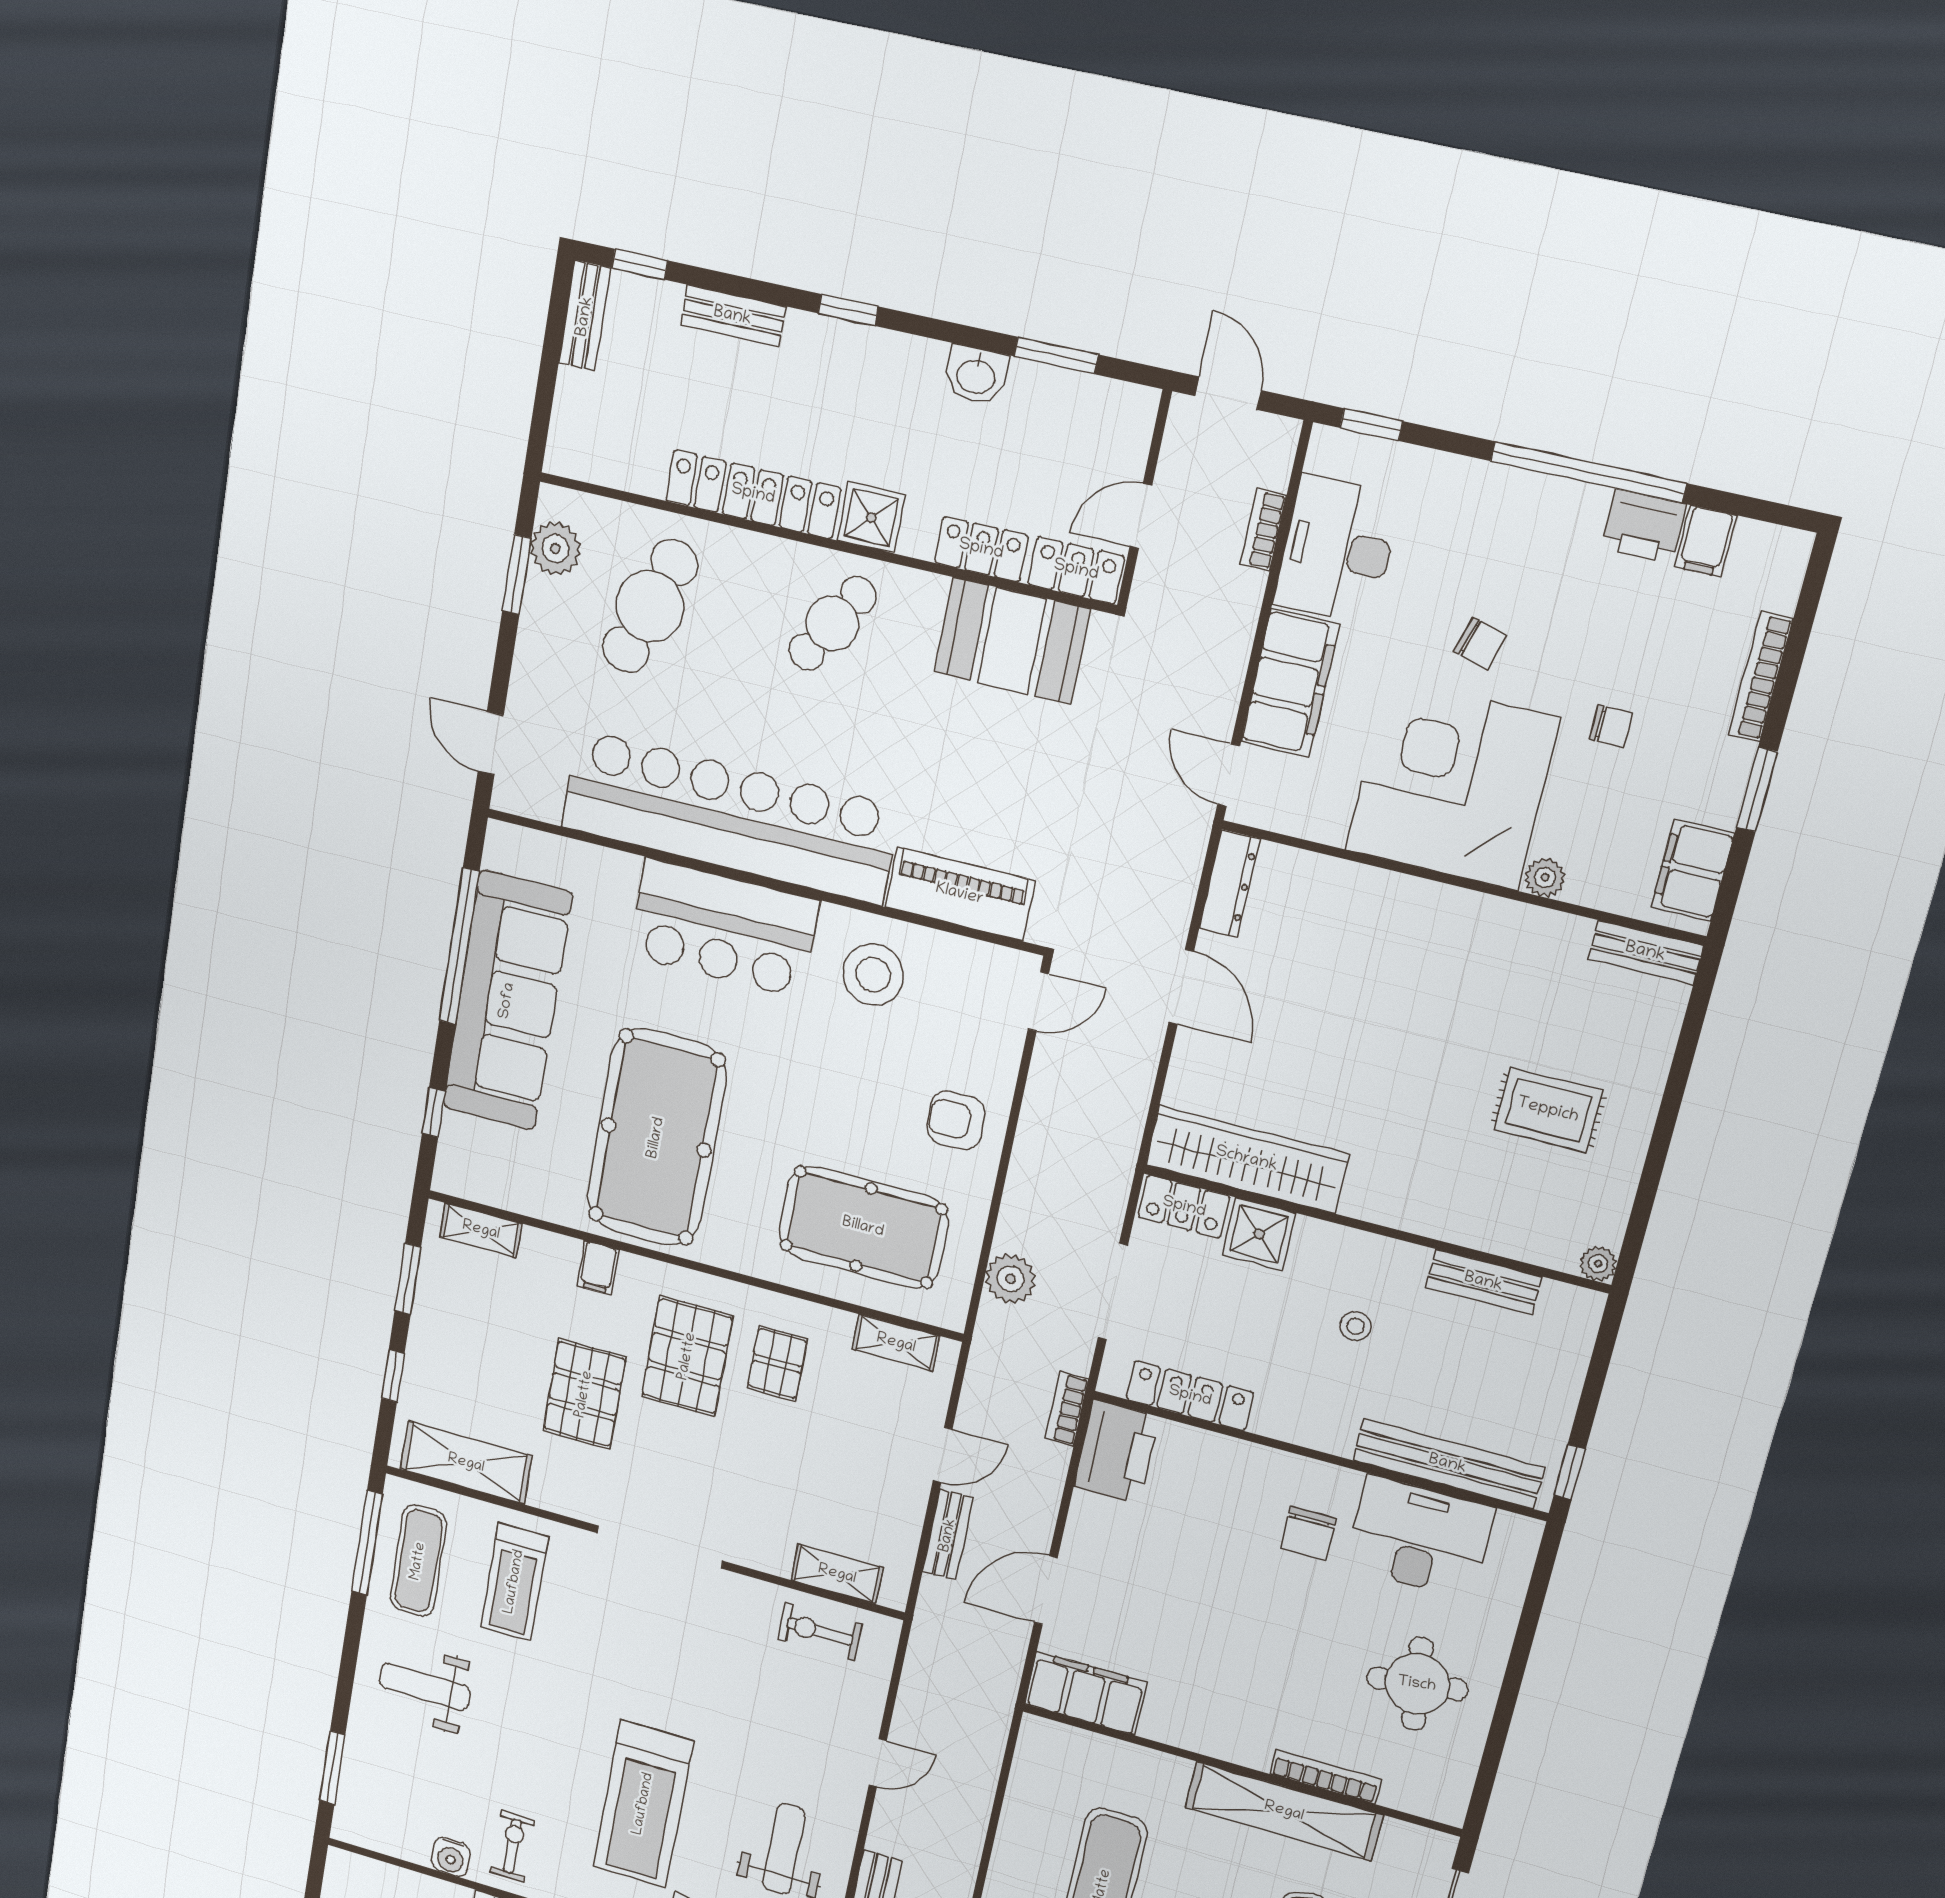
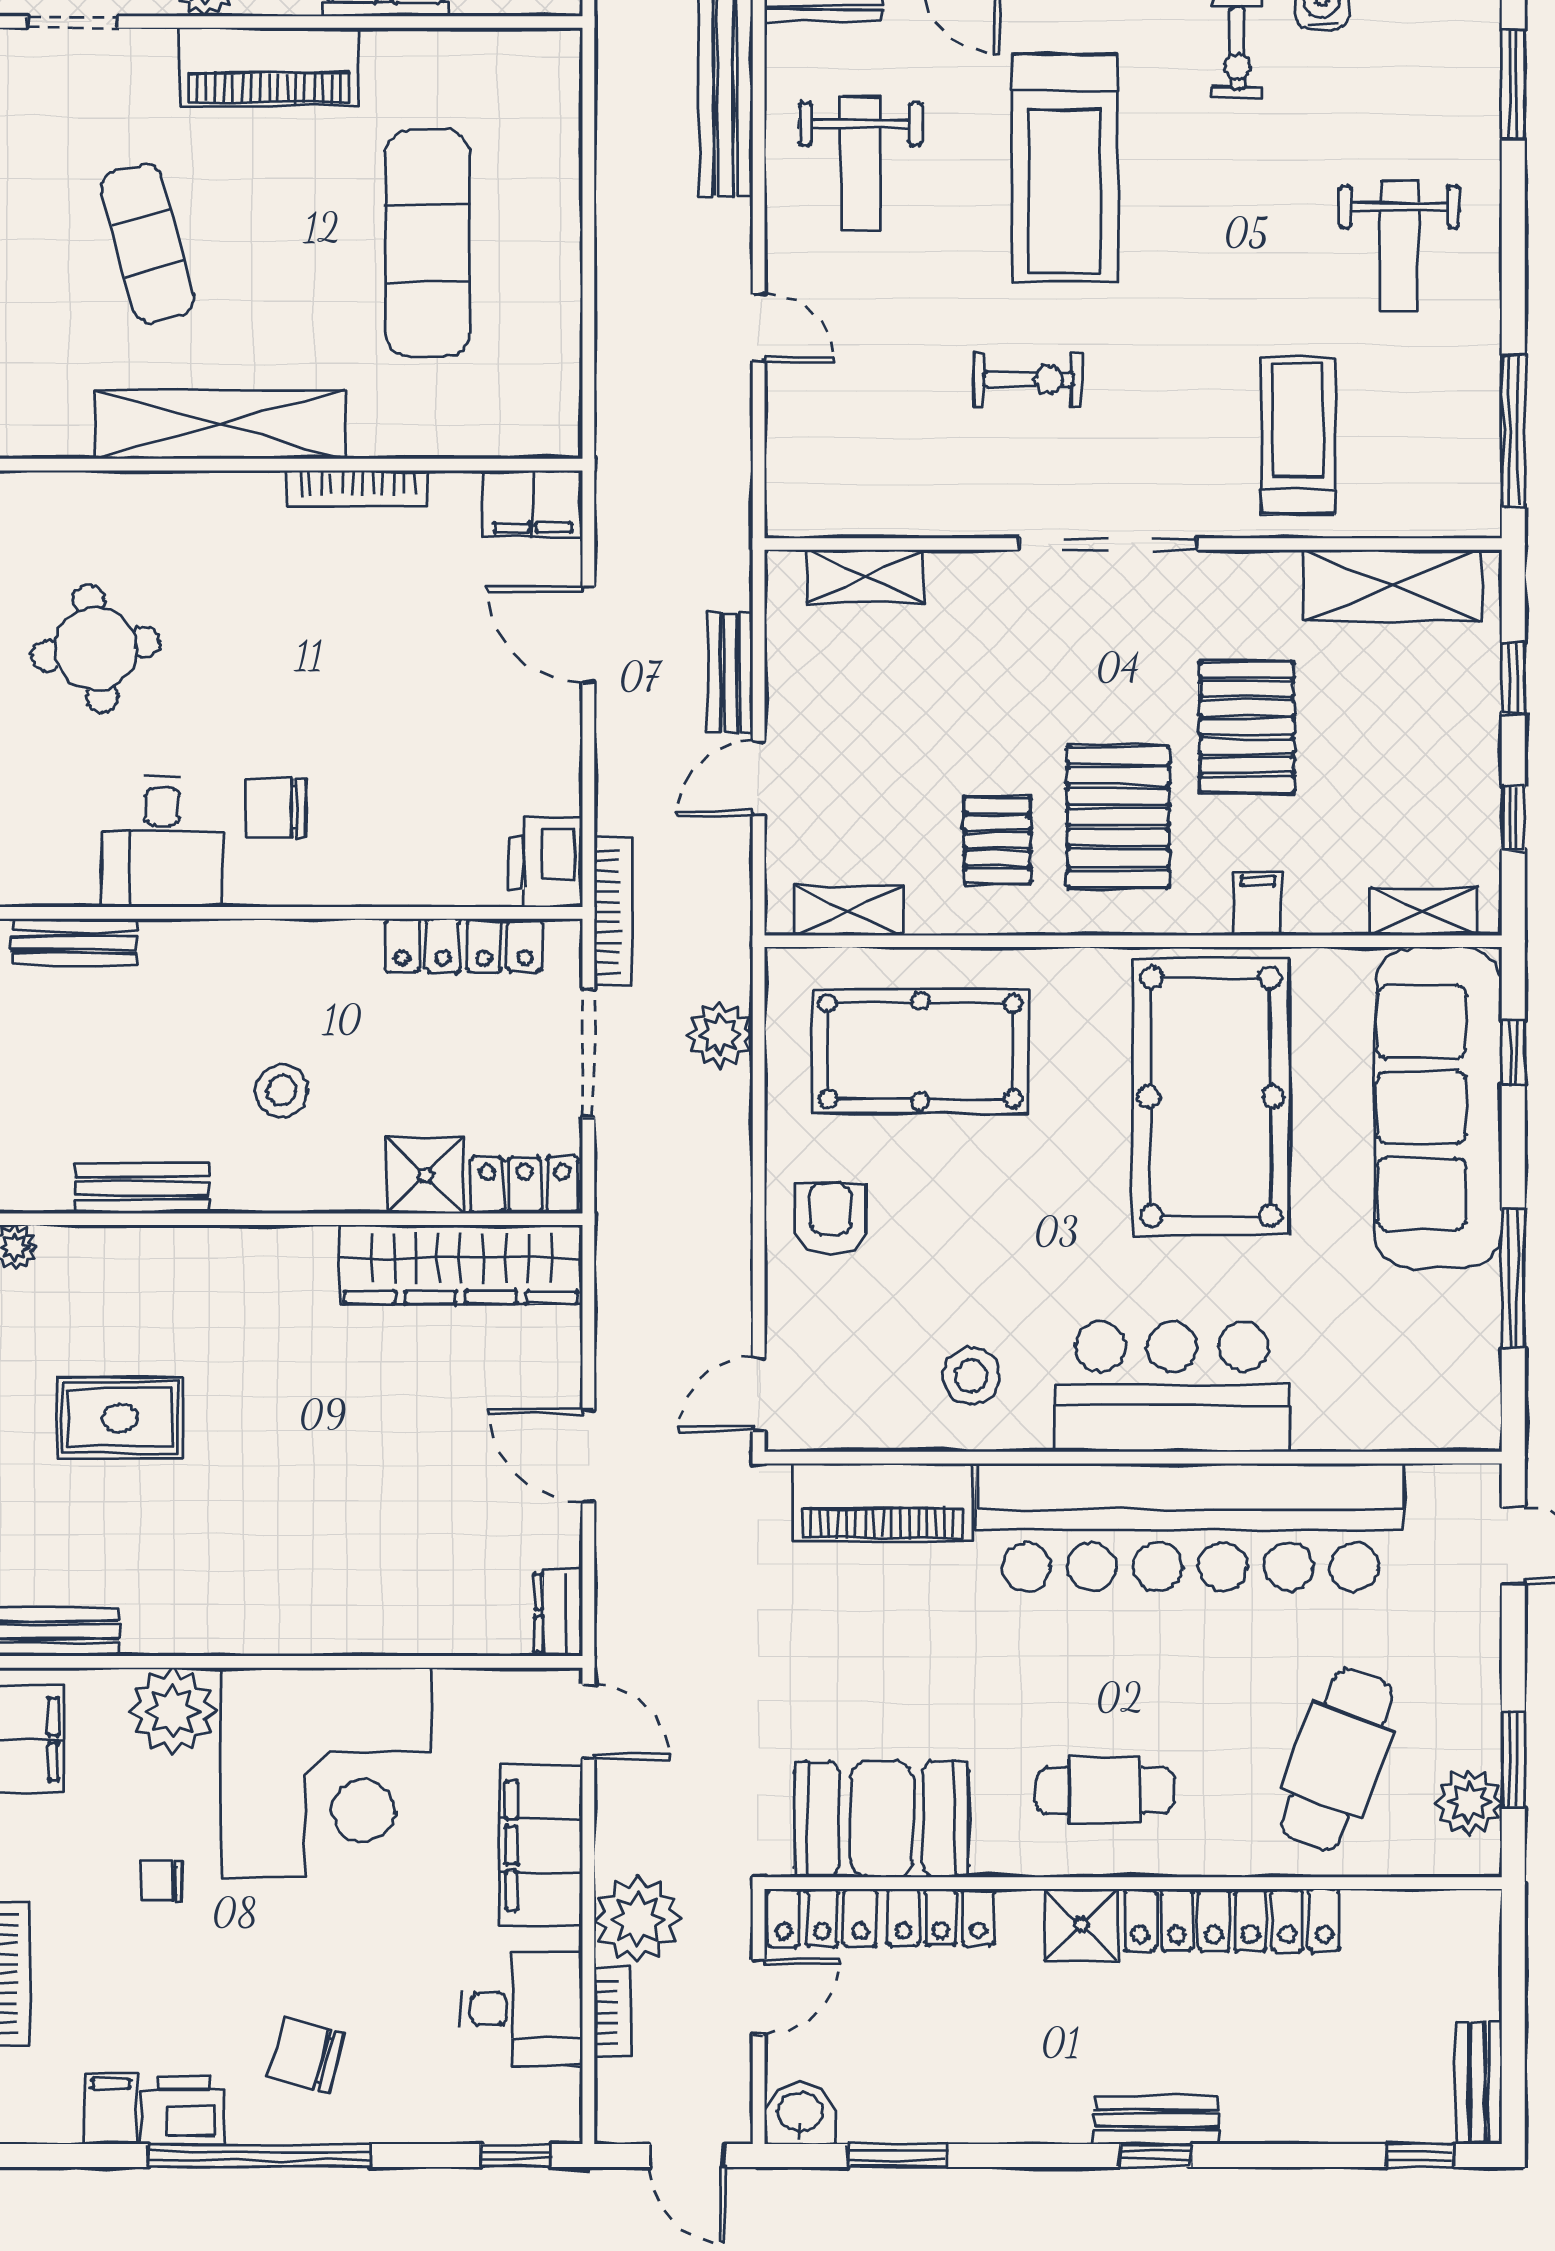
bench: (733, 316) -> (1156, 2120), moved
washbasin: (976, 375) -> (800, 2114), moved
desk: (1337, 550) -> (522, 2009), width x0.73
plant: (1225, 603) -> (638, 1919), added
cafe table: (832, 623) -> (1105, 1790), turned 58
chair: (1480, 643) -> (306, 2055), moved, width x1.37, depth x1.37
plant: (1545, 877) -> (173, 1711), width x1.87, depth x1.87
dresser: (1229, 884) -> (558, 1613), width x0.70
window: (459, 947) -> (1513, 1278), width x0.68
stool: (873, 975) -> (971, 1376), width x0.73, depth x0.73
sofa: (507, 1001) -> (1438, 1108), moved
armchair: (956, 1120) -> (830, 1219), turned -89
window: (408, 1279) -> (1513, 818), width x0.67
stool: (1356, 1326) -> (282, 1091), width x1.37, depth x1.37
bookcase: (1067, 1409) -> (613, 912), width x1.56
printer: (1116, 1452) -> (546, 863), width x0.73, depth x0.84
bench: (1448, 1464) -> (74, 942), width x0.54, depth x0.82
chair: (1308, 1533) -> (276, 808), turned -90
desk: (1420, 1538) -> (162, 842), width x0.73
exercise mat: (418, 1561) -> (1437, 427), removed
door: (1046, 1590) -> (588, 635), swing flipped
exercise bike: (820, 1632) -> (1028, 380), moved
weight bench: (425, 1687) -> (1399, 246), turned 90
filing cabinet: (1085, 1693) -> (533, 504), width x0.67, depth x0.86
door: (878, 1763) -> (759, 328), swing flipped
bookcase: (1325, 1777) -> (357, 488), moved
treadmill: (643, 1804) -> (1065, 168), turned 180

